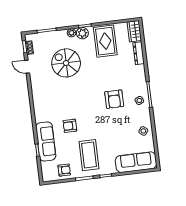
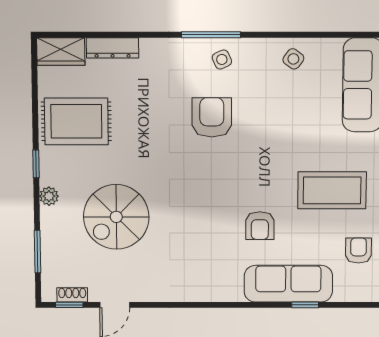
plant: (82, 33) -> (52, 171), removed
armchair: (114, 99) -> (212, 117), turned -90

